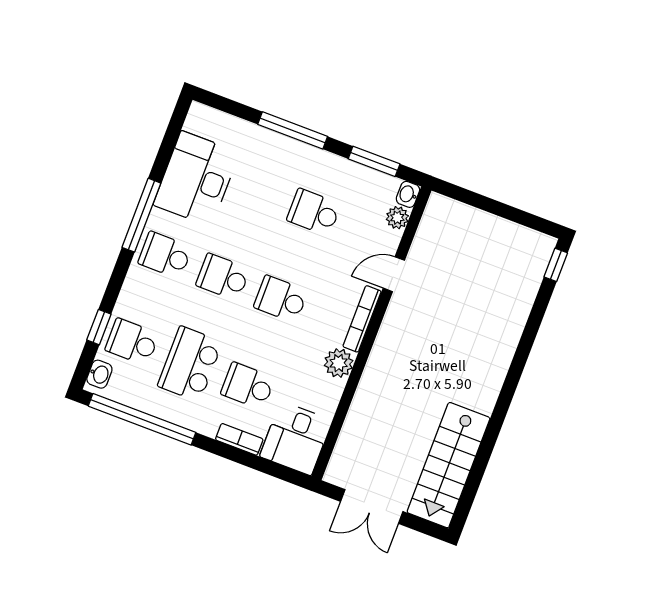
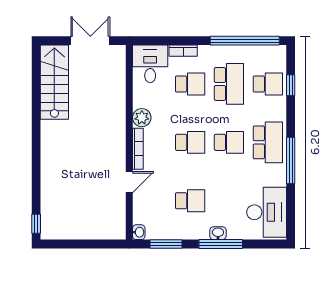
desk: (196, 179) -> (267, 212), moved
plant: (397, 218) -> (140, 216), removed
school desk: (165, 255) -> (268, 142), width x1.85
washbasin: (99, 374) -> (218, 233), moved, turned 90

